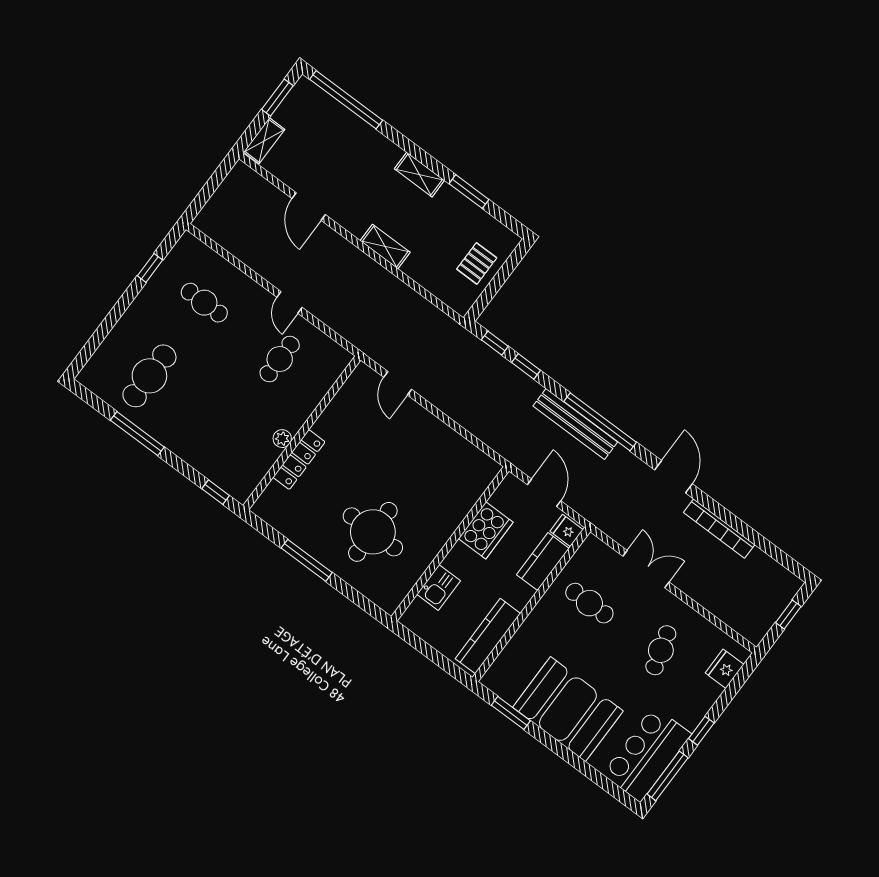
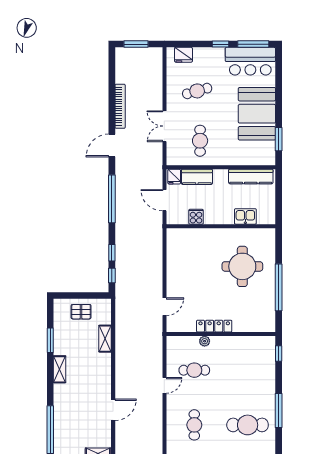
shelving: (385, 247) -> (105, 339), moved
bench: (575, 424) -> (122, 210), removed
plant: (282, 439) -> (205, 341), moved
locker: (299, 460) -> (214, 326), moved
door: (544, 493) -> (164, 200), hinge flipped
cooker: (486, 530) -> (196, 217), width x0.53, depth x0.76
window: (307, 560) -> (279, 287), width x1.46
window: (788, 615) -> (136, 44), width x1.50

